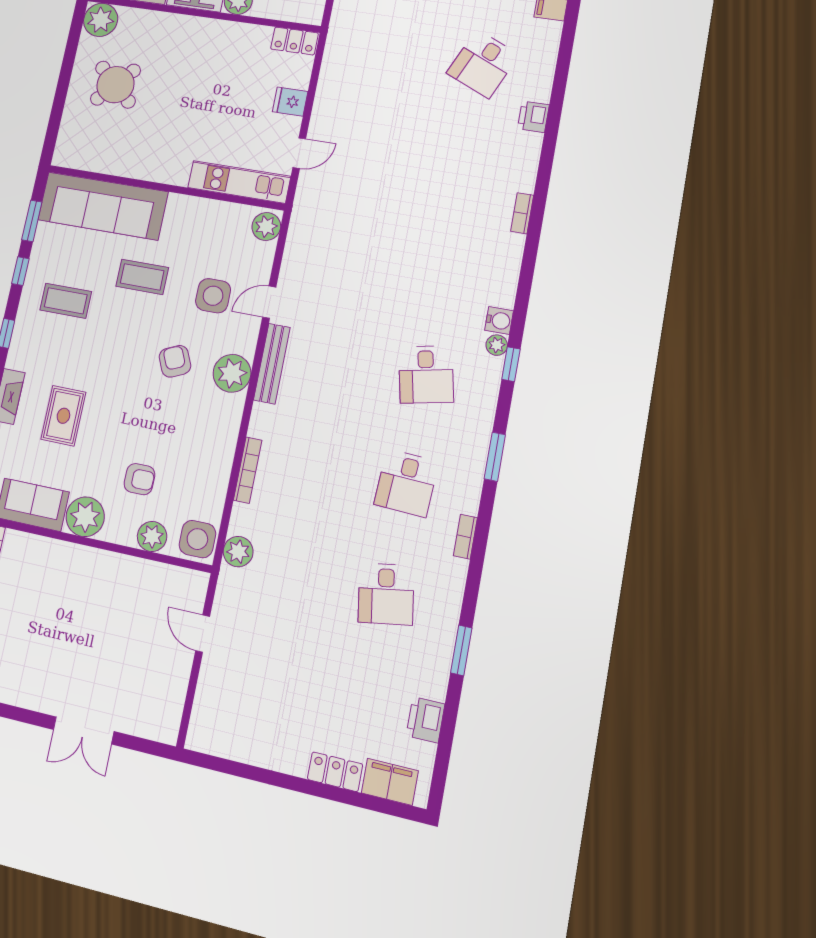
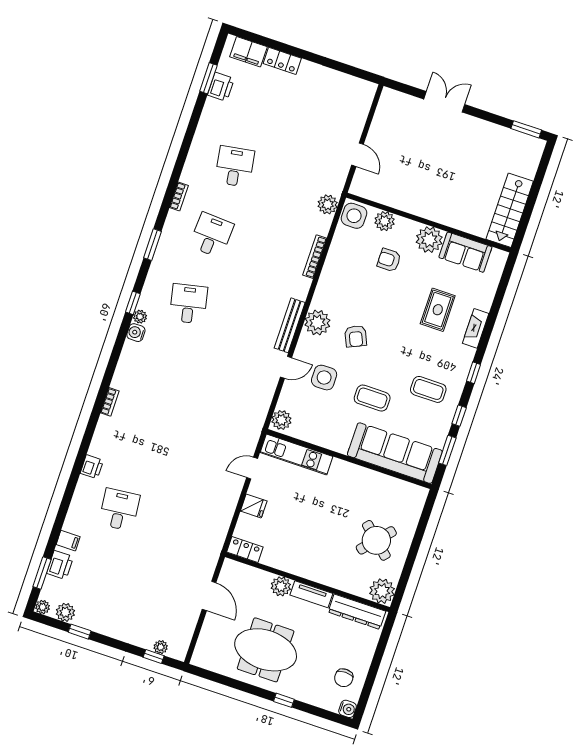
desk: (483, 64) -> (119, 510), turned -30
window: (461, 650) -> (208, 78), moved

